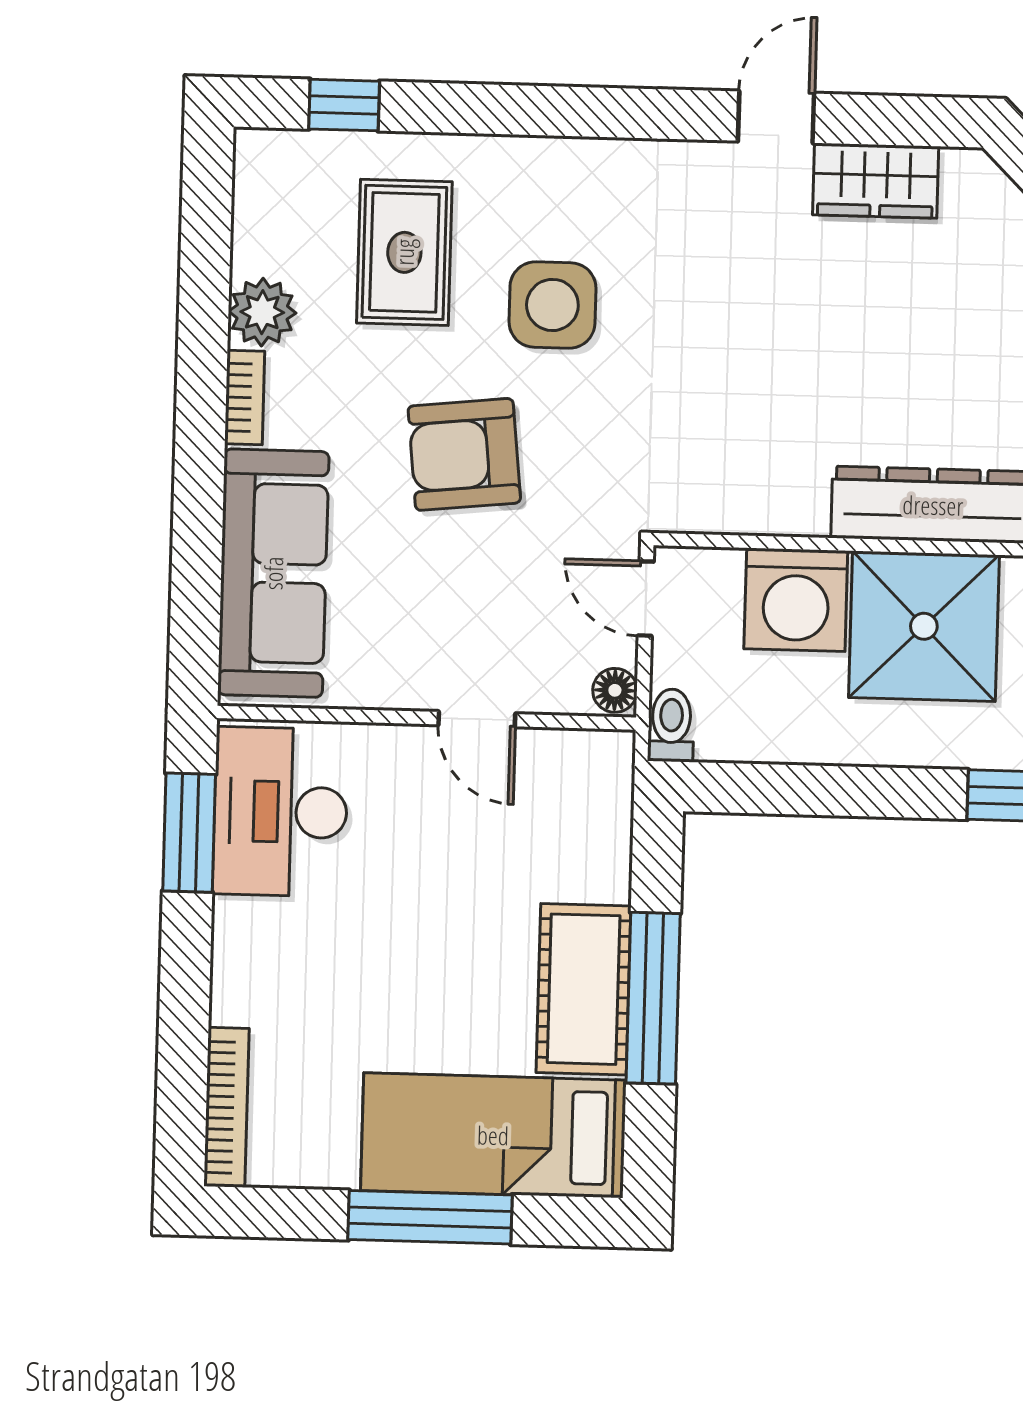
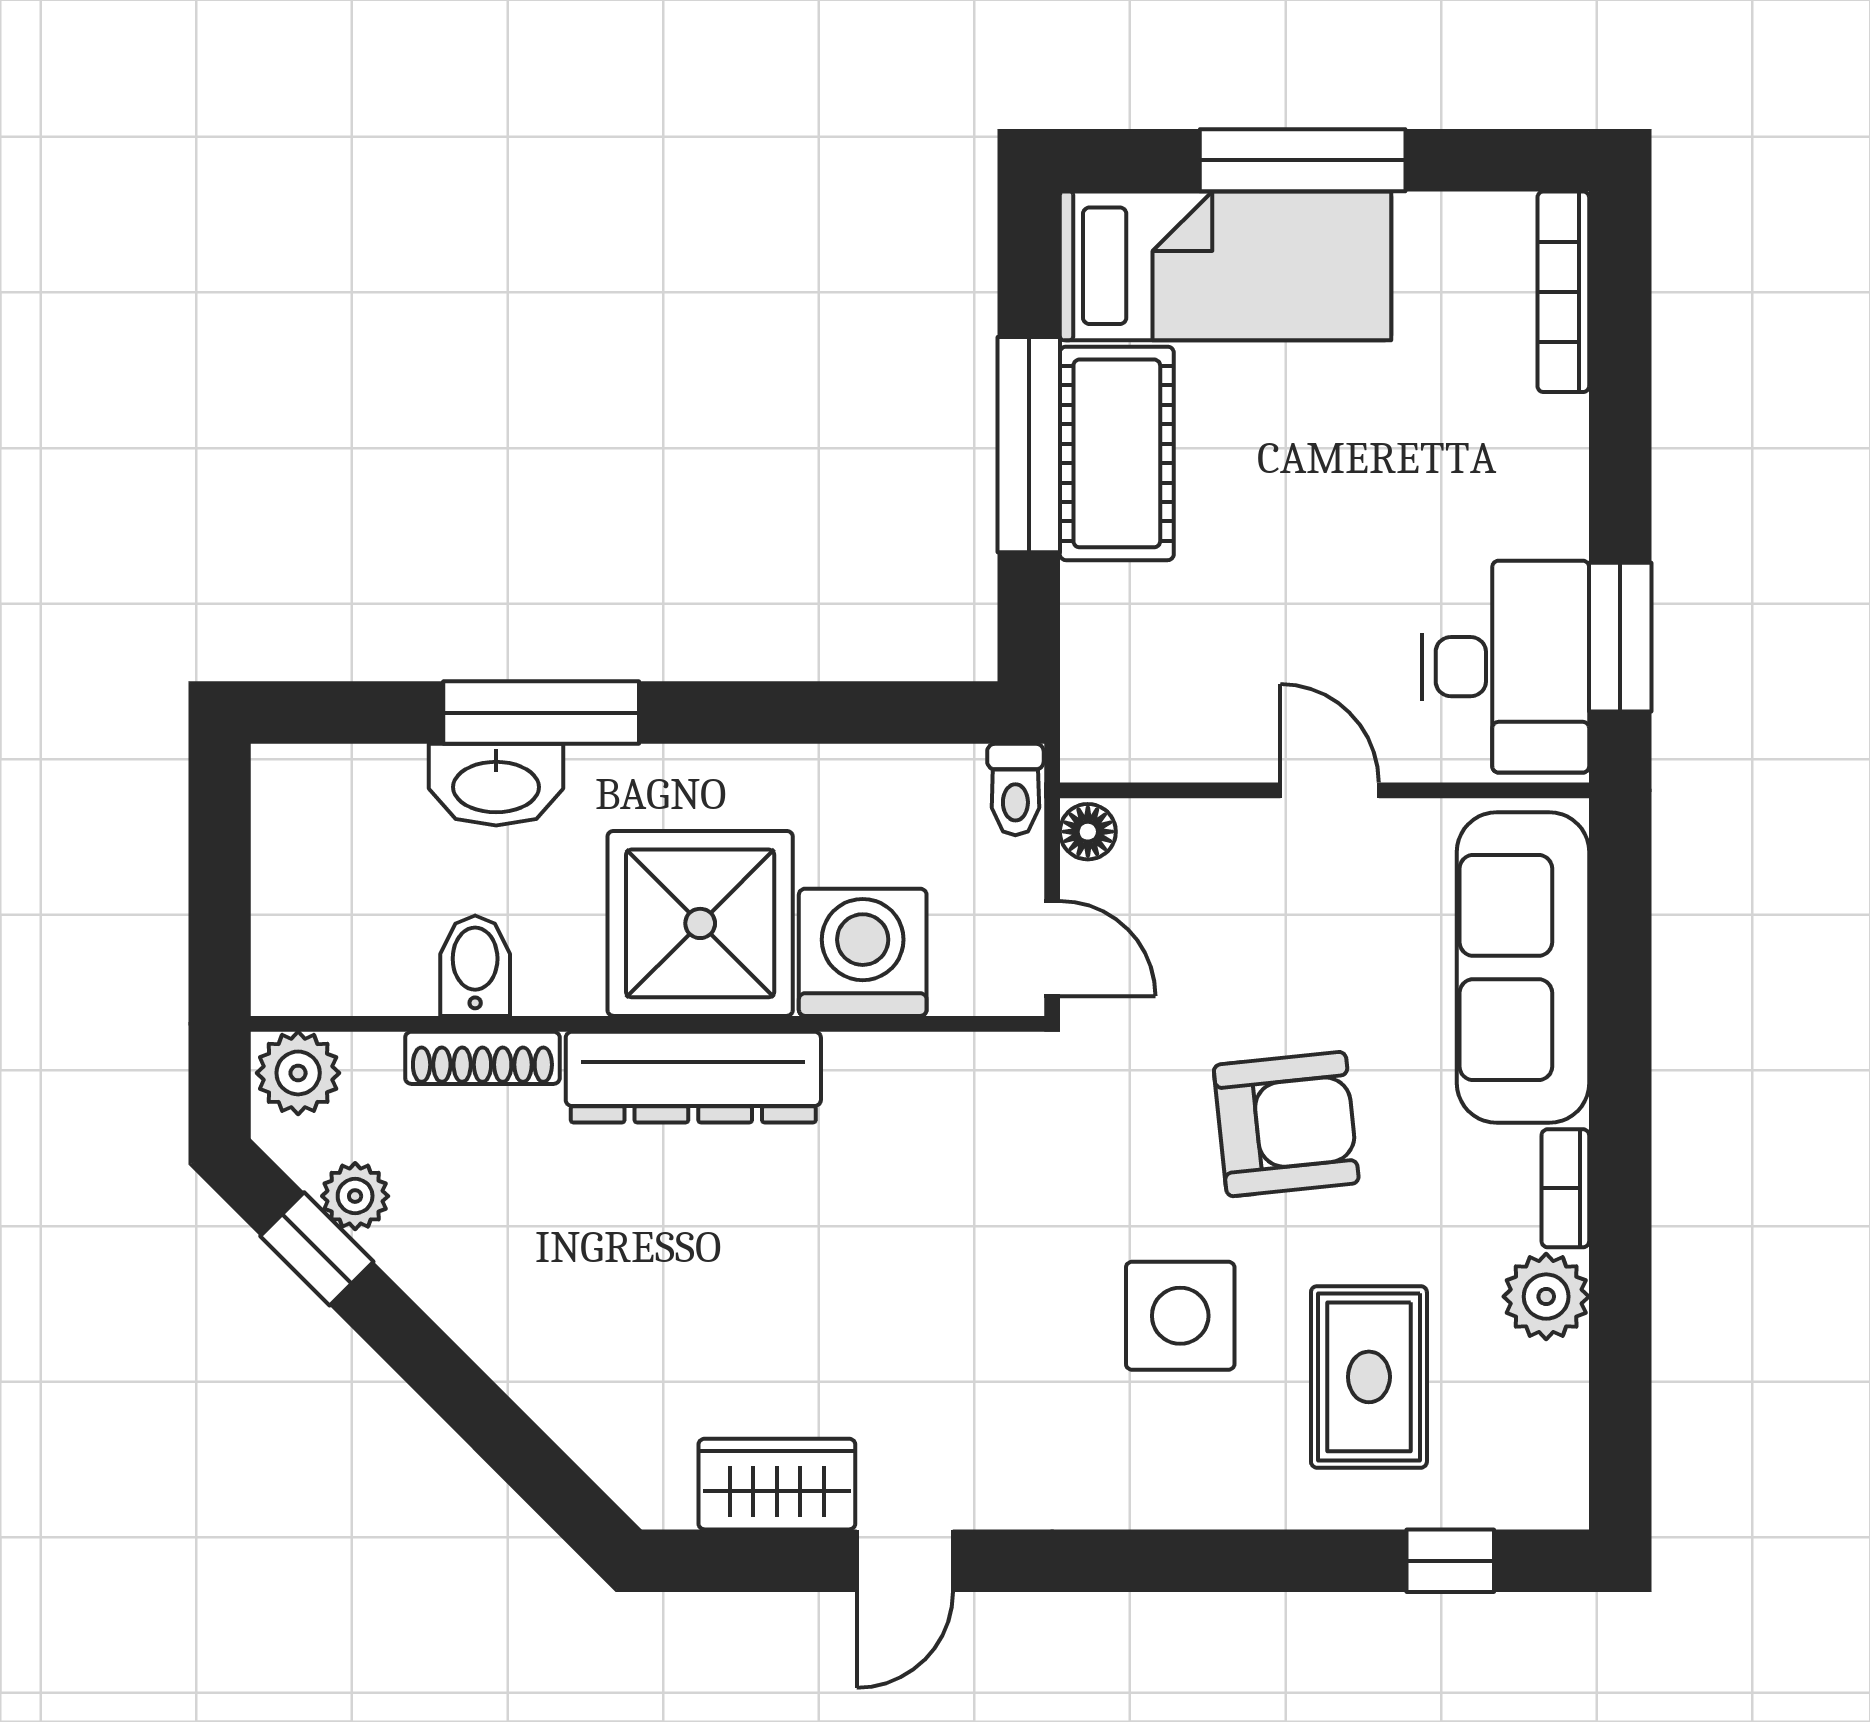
door: (477, 719) -> (1330, 790), moved

